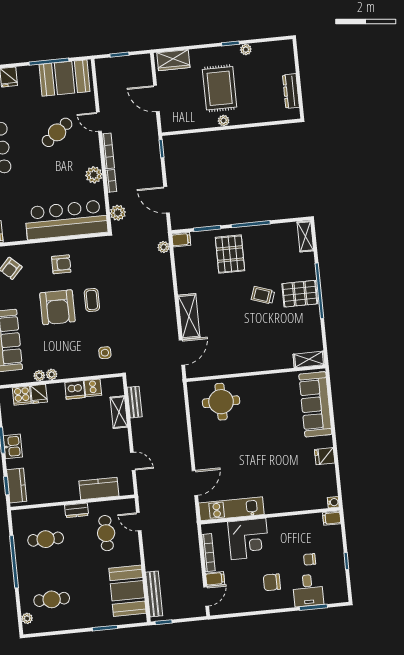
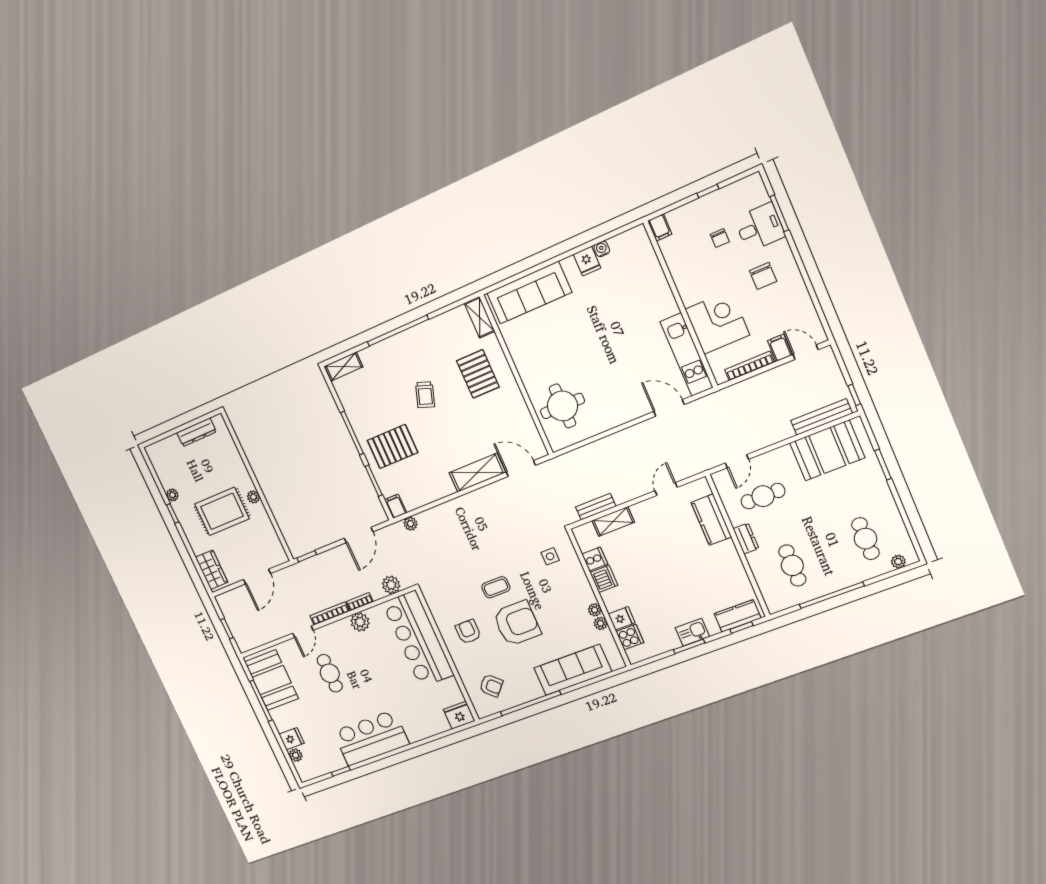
cafe table: (57, 132) -> (330, 673), turned 38
pallet: (300, 294) -> (478, 374), moved
water cooler: (333, 502) -> (602, 249), moved

